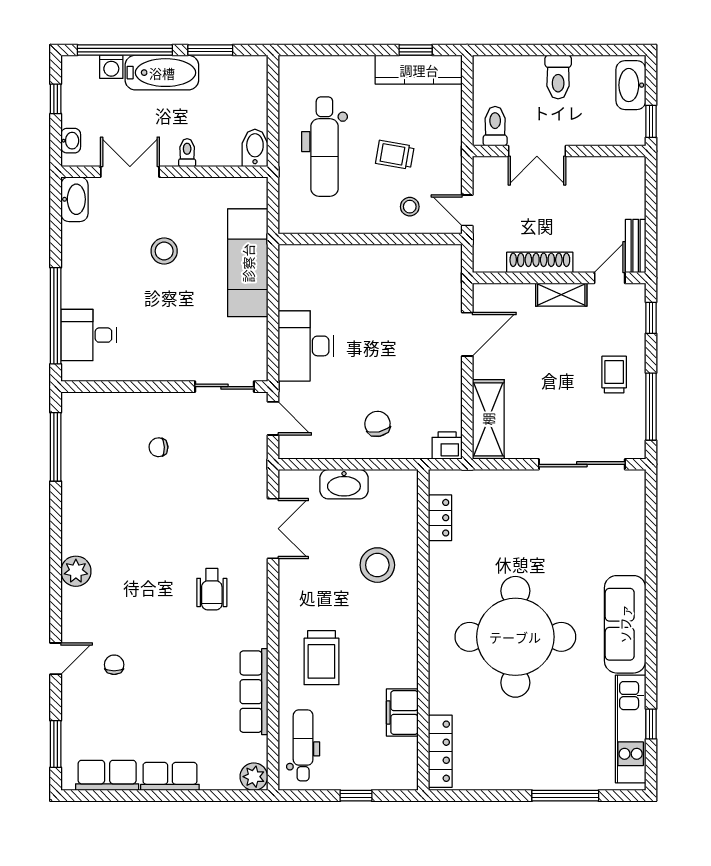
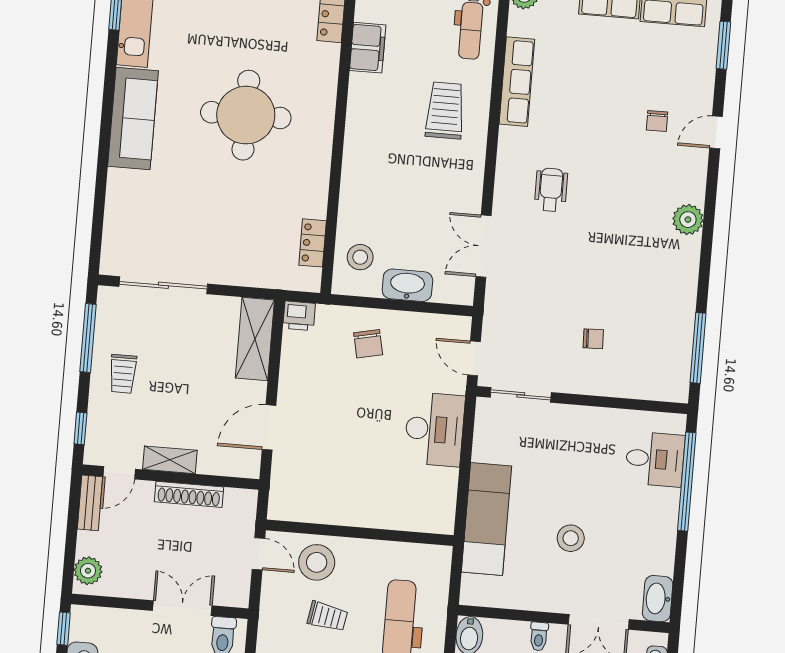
plant: (632, 180) -> (88, 571), added
stool: (410, 207) -> (317, 562), width x1.89, depth x1.89
stool: (377, 565) -> (360, 257), moved, width x0.73, depth x0.73
round table: (515, 637) -> (246, 115), width x0.73, depth x0.73

